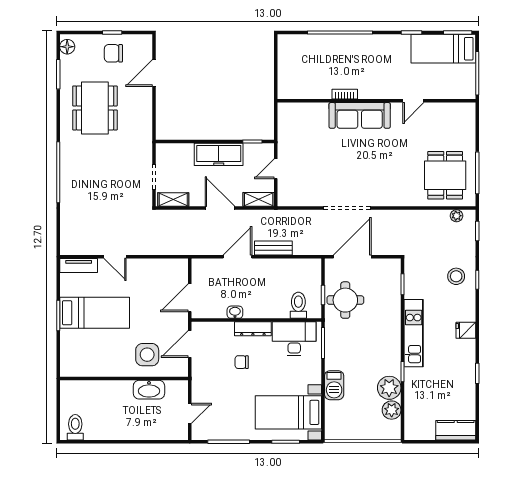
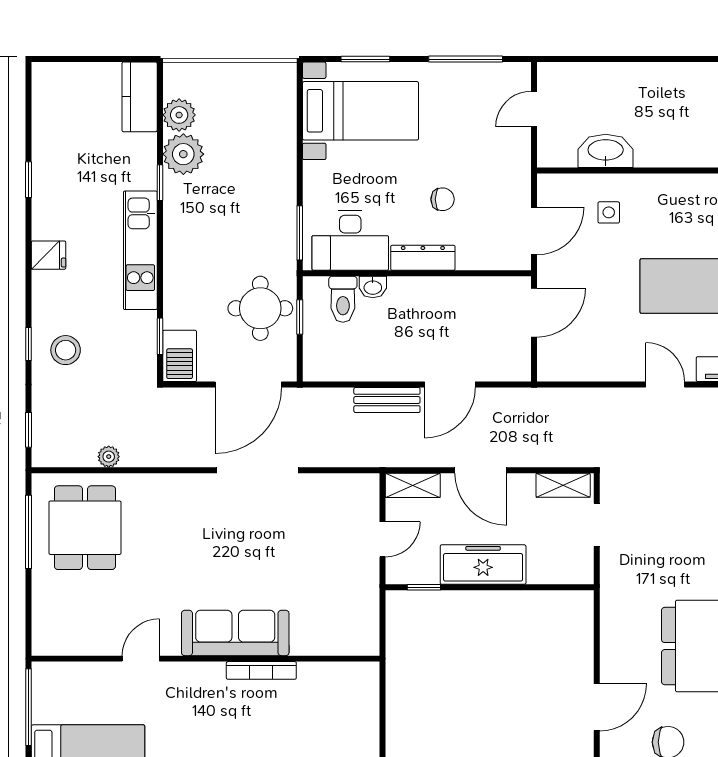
bookcase: (345, 94) -> (261, 670), width x1.56
plant: (457, 216) -> (109, 457), moved
washbasin: (235, 312) -> (373, 287), moved
side table: (147, 355) -> (609, 212), width x0.54, depth x0.54
barbecue: (334, 385) -> (180, 356), moved, turned 180
kitchen counter: (456, 430) -> (140, 97), moved, turned 90

